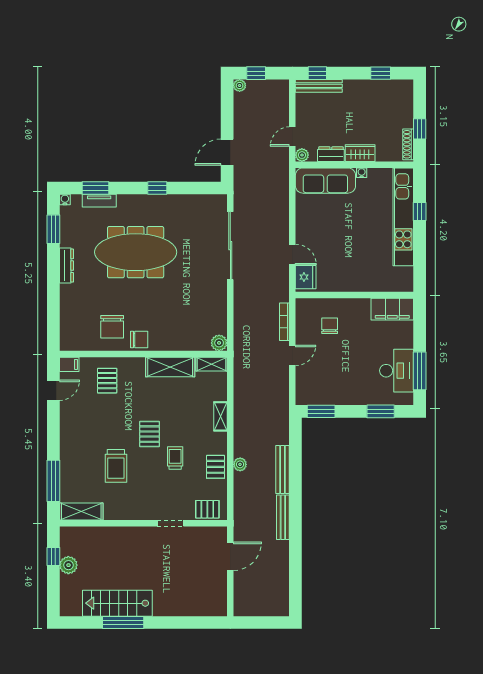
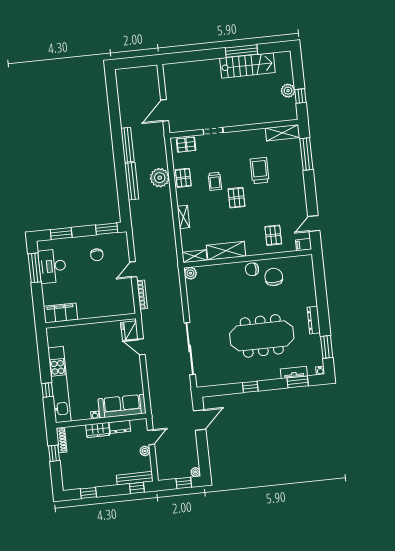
plant: (302, 155) -> (145, 451), moved
chair: (330, 326) -> (97, 255), moved
plant: (240, 464) -> (160, 178), width x1.88, depth x1.88

